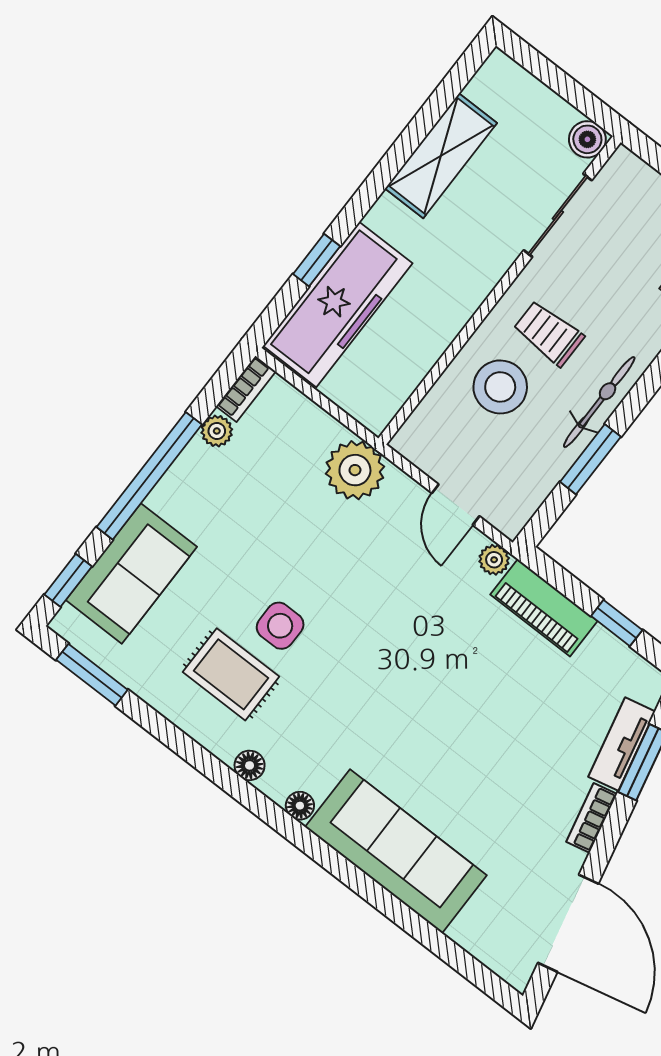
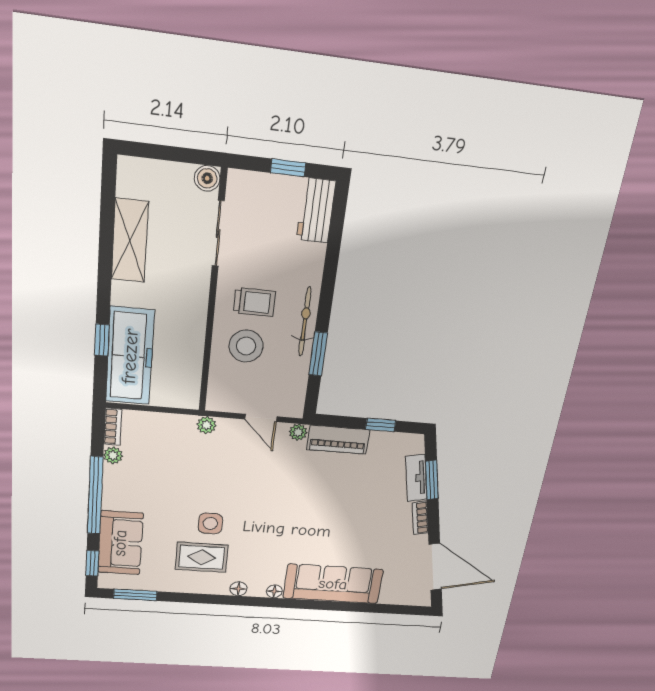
trolley: (549, 333) -> (254, 302), turned 180
plant: (355, 470) -> (206, 425), width x0.53, depth x0.53

